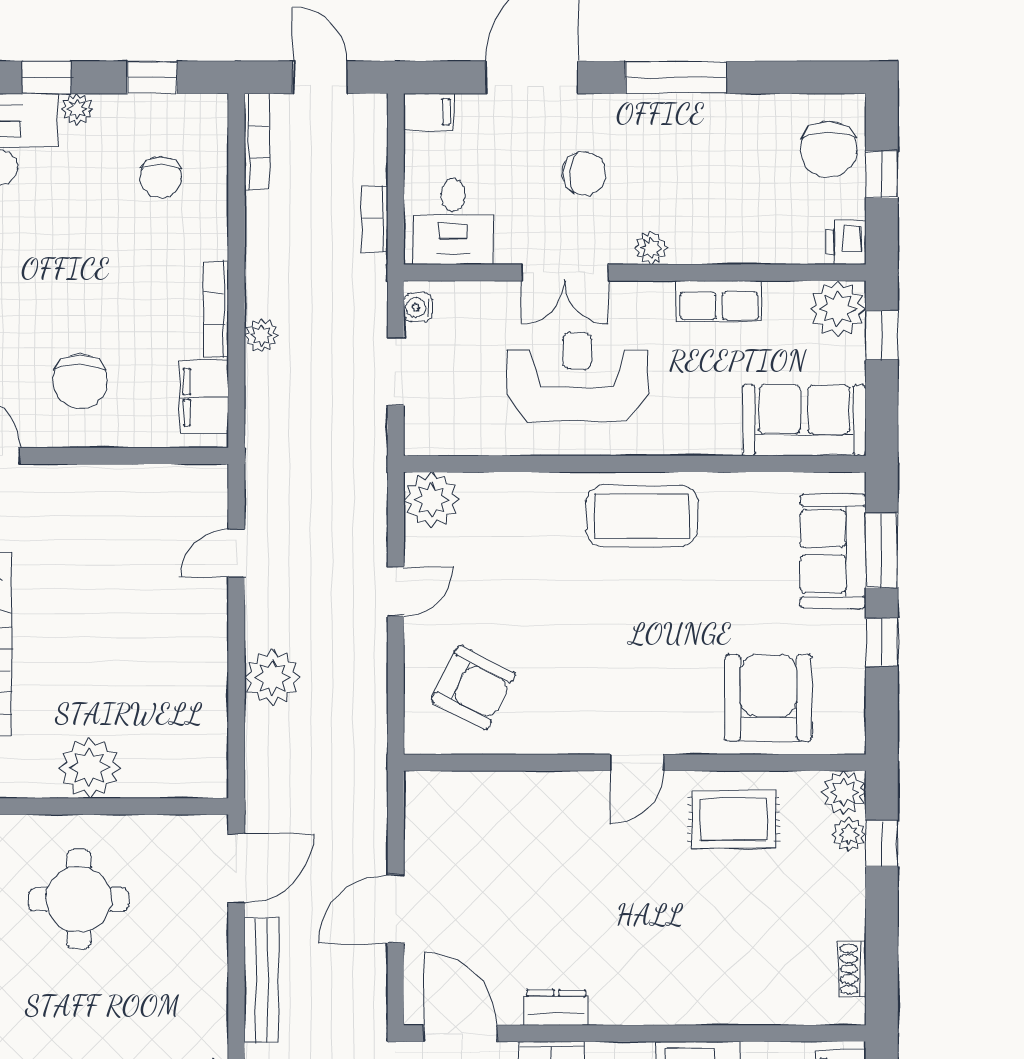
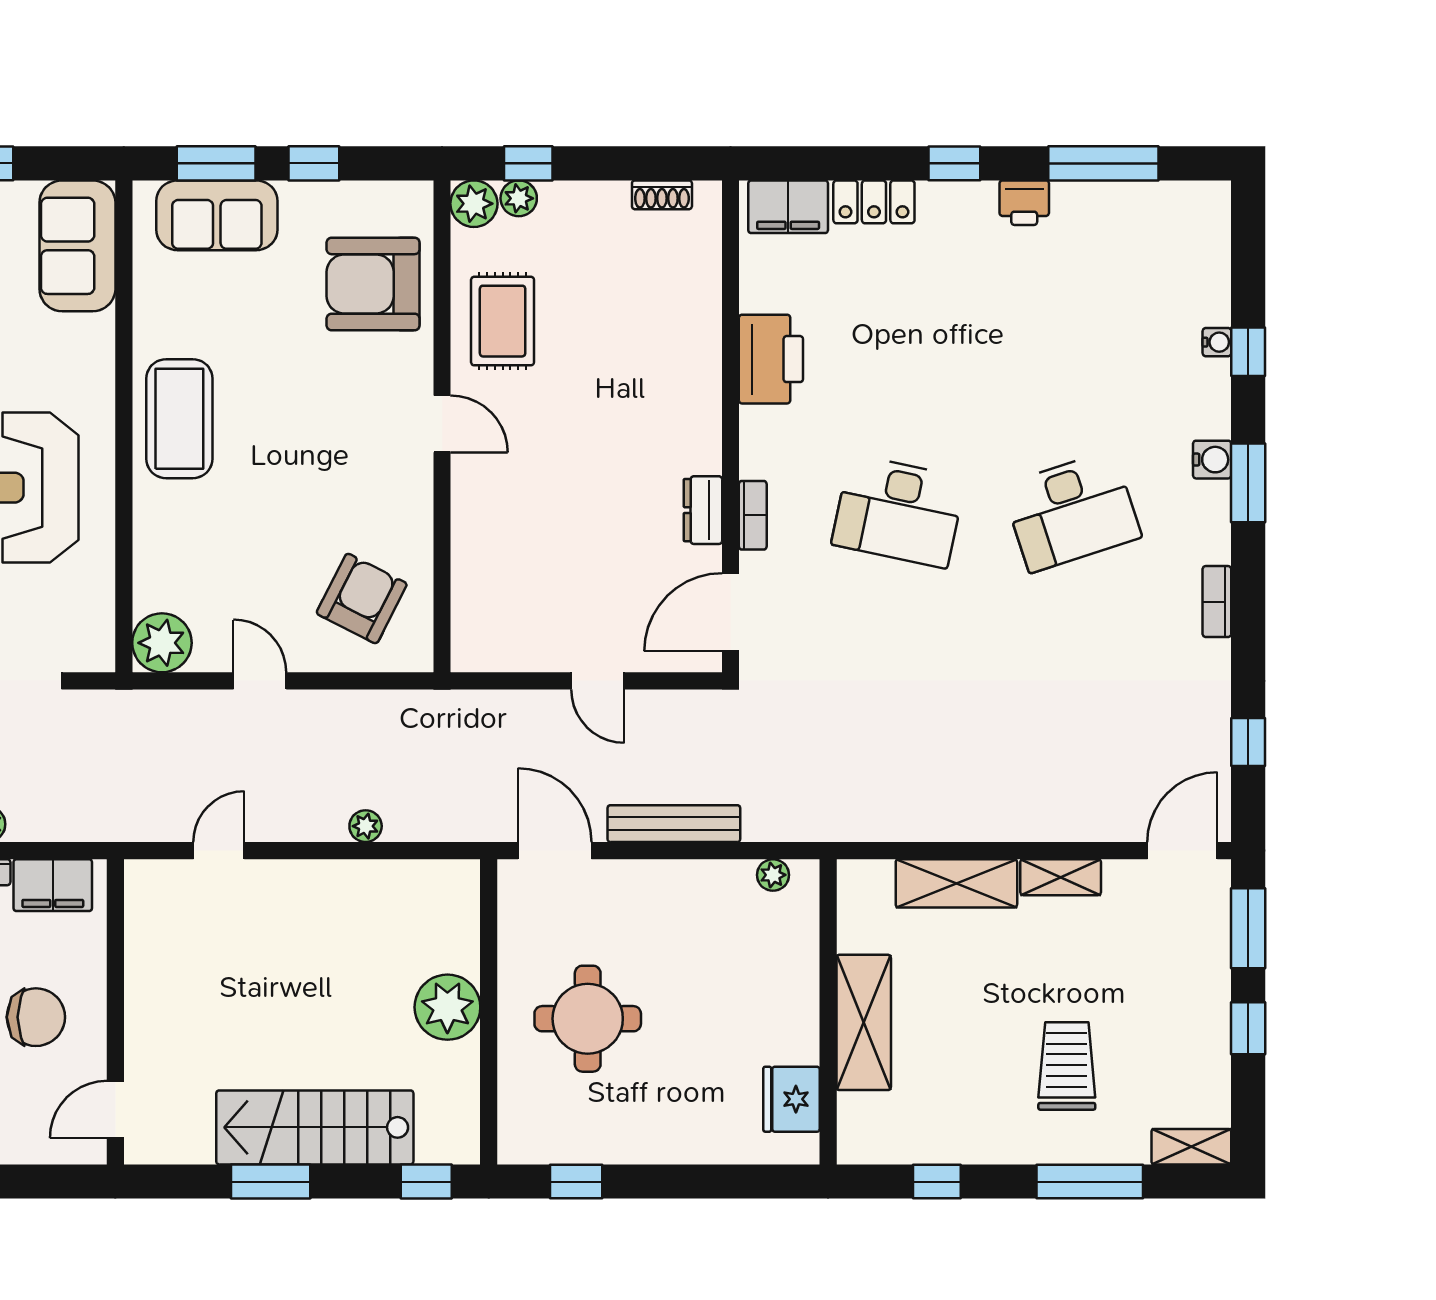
door: (236, 553) -> (219, 851), swing flipped
plant: (273, 678) -> (366, 826), width x0.53, depth x0.53
door: (396, 909) -> (598, 681), width x0.73

